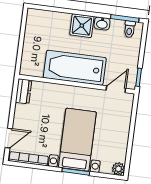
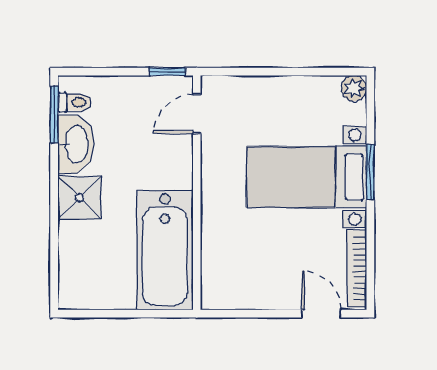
washbasin: (102, 23) -> (76, 144), width x1.91, depth x1.45
bathtub: (75, 68) -> (165, 250), moved
door: (116, 89) -> (197, 114), hinge flipped
dresser: (24, 91) -> (225, 296), removed

